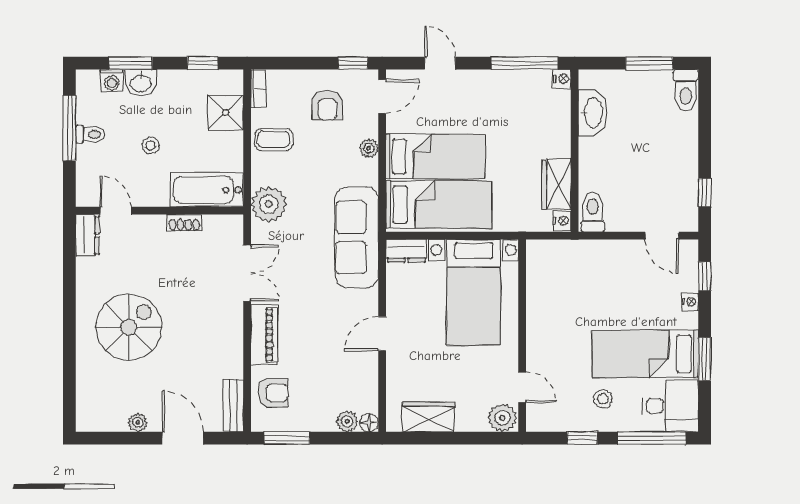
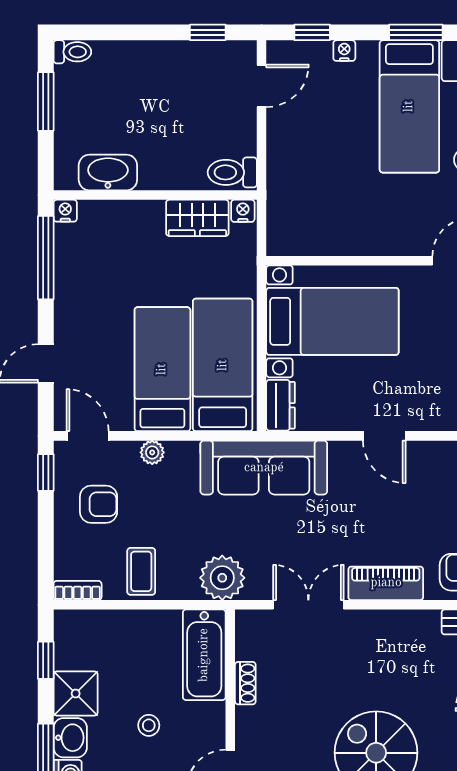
toilet: (686, 90) -> (72, 52), width x0.73, depth x0.72
shower: (226, 113) -> (76, 693), moved

